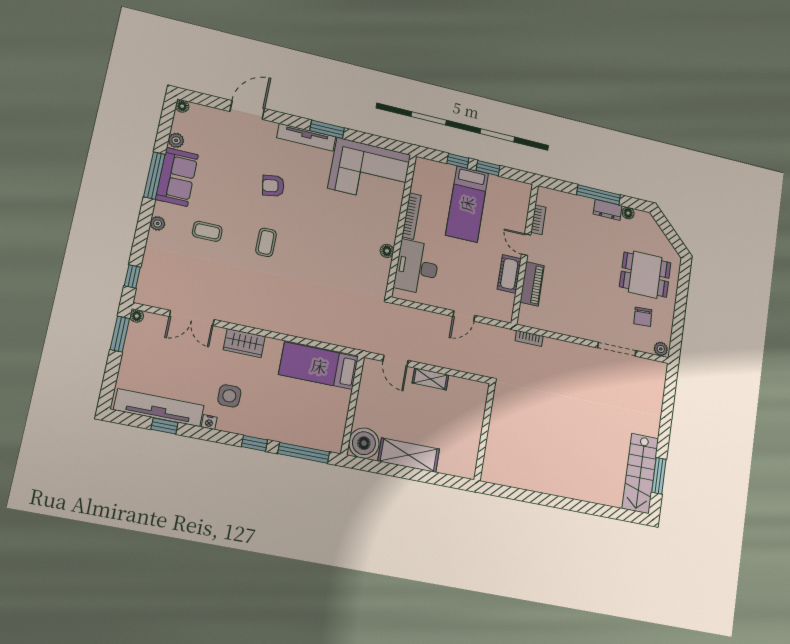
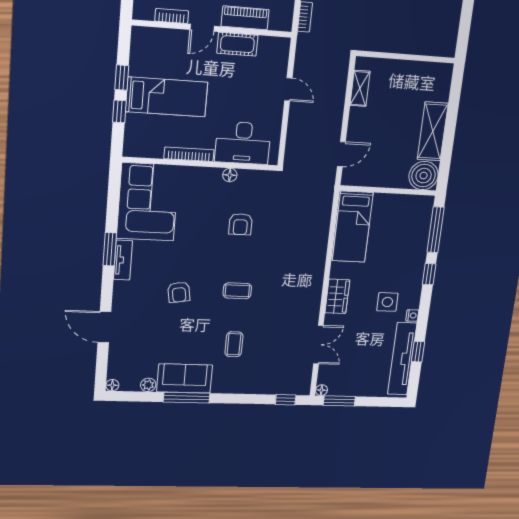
tv unit: (306, 137) -> (123, 260), width x0.71
plant: (158, 223) -> (233, 387), removed
armchair: (336, 255) -> (240, 224), added
shelving: (430, 379) -> (360, 88), moved

